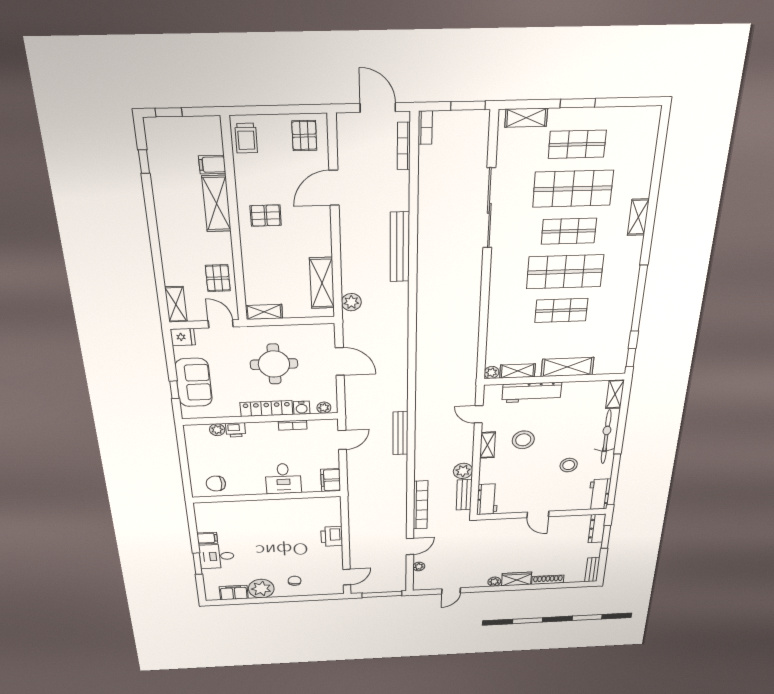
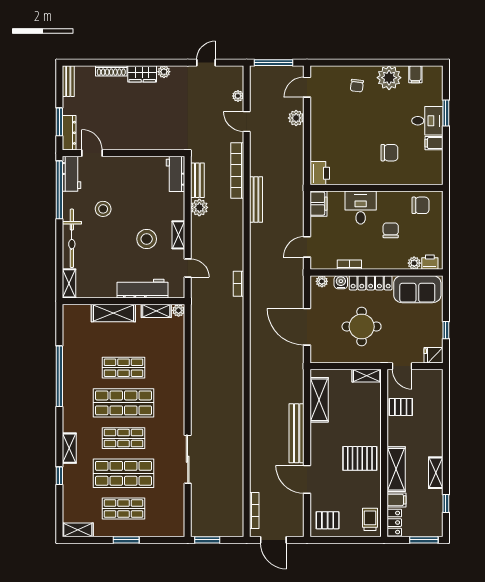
window: (169, 112) -> (424, 540), width x1.50
shelving: (526, 118) -> (78, 530), moved
bookcase: (425, 128) -> (239, 284), moved
locker: (212, 135) -> (394, 523), added
pallet: (304, 136) -> (328, 520), turned 90
door: (334, 188) -> (307, 479), swing flipped
sliding door: (489, 208) -> (188, 459), width x0.73
pallet: (266, 216) -> (360, 458), width x1.50, depth x1.42
bench: (400, 247) -> (297, 433), moved
pallet: (218, 278) -> (401, 407), turned 90
plant: (351, 302) -> (296, 118), moved
shelving: (176, 304) -> (436, 473), moved
window: (631, 358) -> (59, 476), moved
door: (340, 362) -> (307, 327), width x1.36
sofa: (194, 383) -> (417, 289), moved, turned -90
window: (174, 390) -> (446, 330), moved
printer: (236, 430) -> (430, 262), moved
bench: (400, 433) -> (256, 199), moved
chair: (247, 459) -> (391, 230), added
door: (538, 514) -> (92, 153), moved
chair: (255, 528) -> (389, 153), added
printer: (332, 536) -> (320, 173), moved
door: (410, 547) -> (247, 121), hinge flipped
filing cabinet: (234, 593) -> (415, 74), width x0.50

